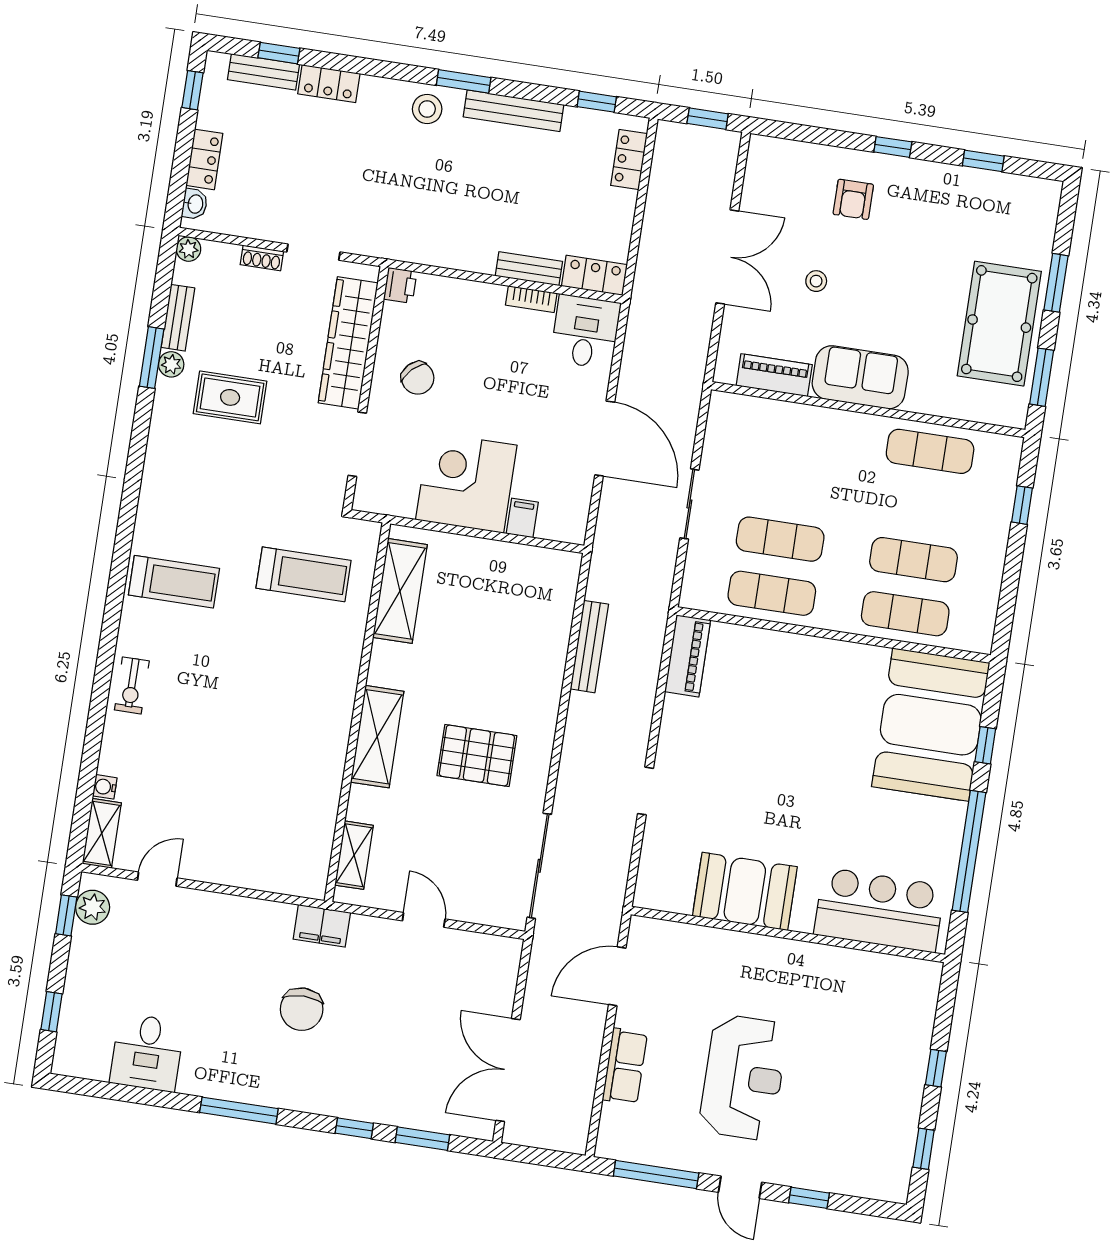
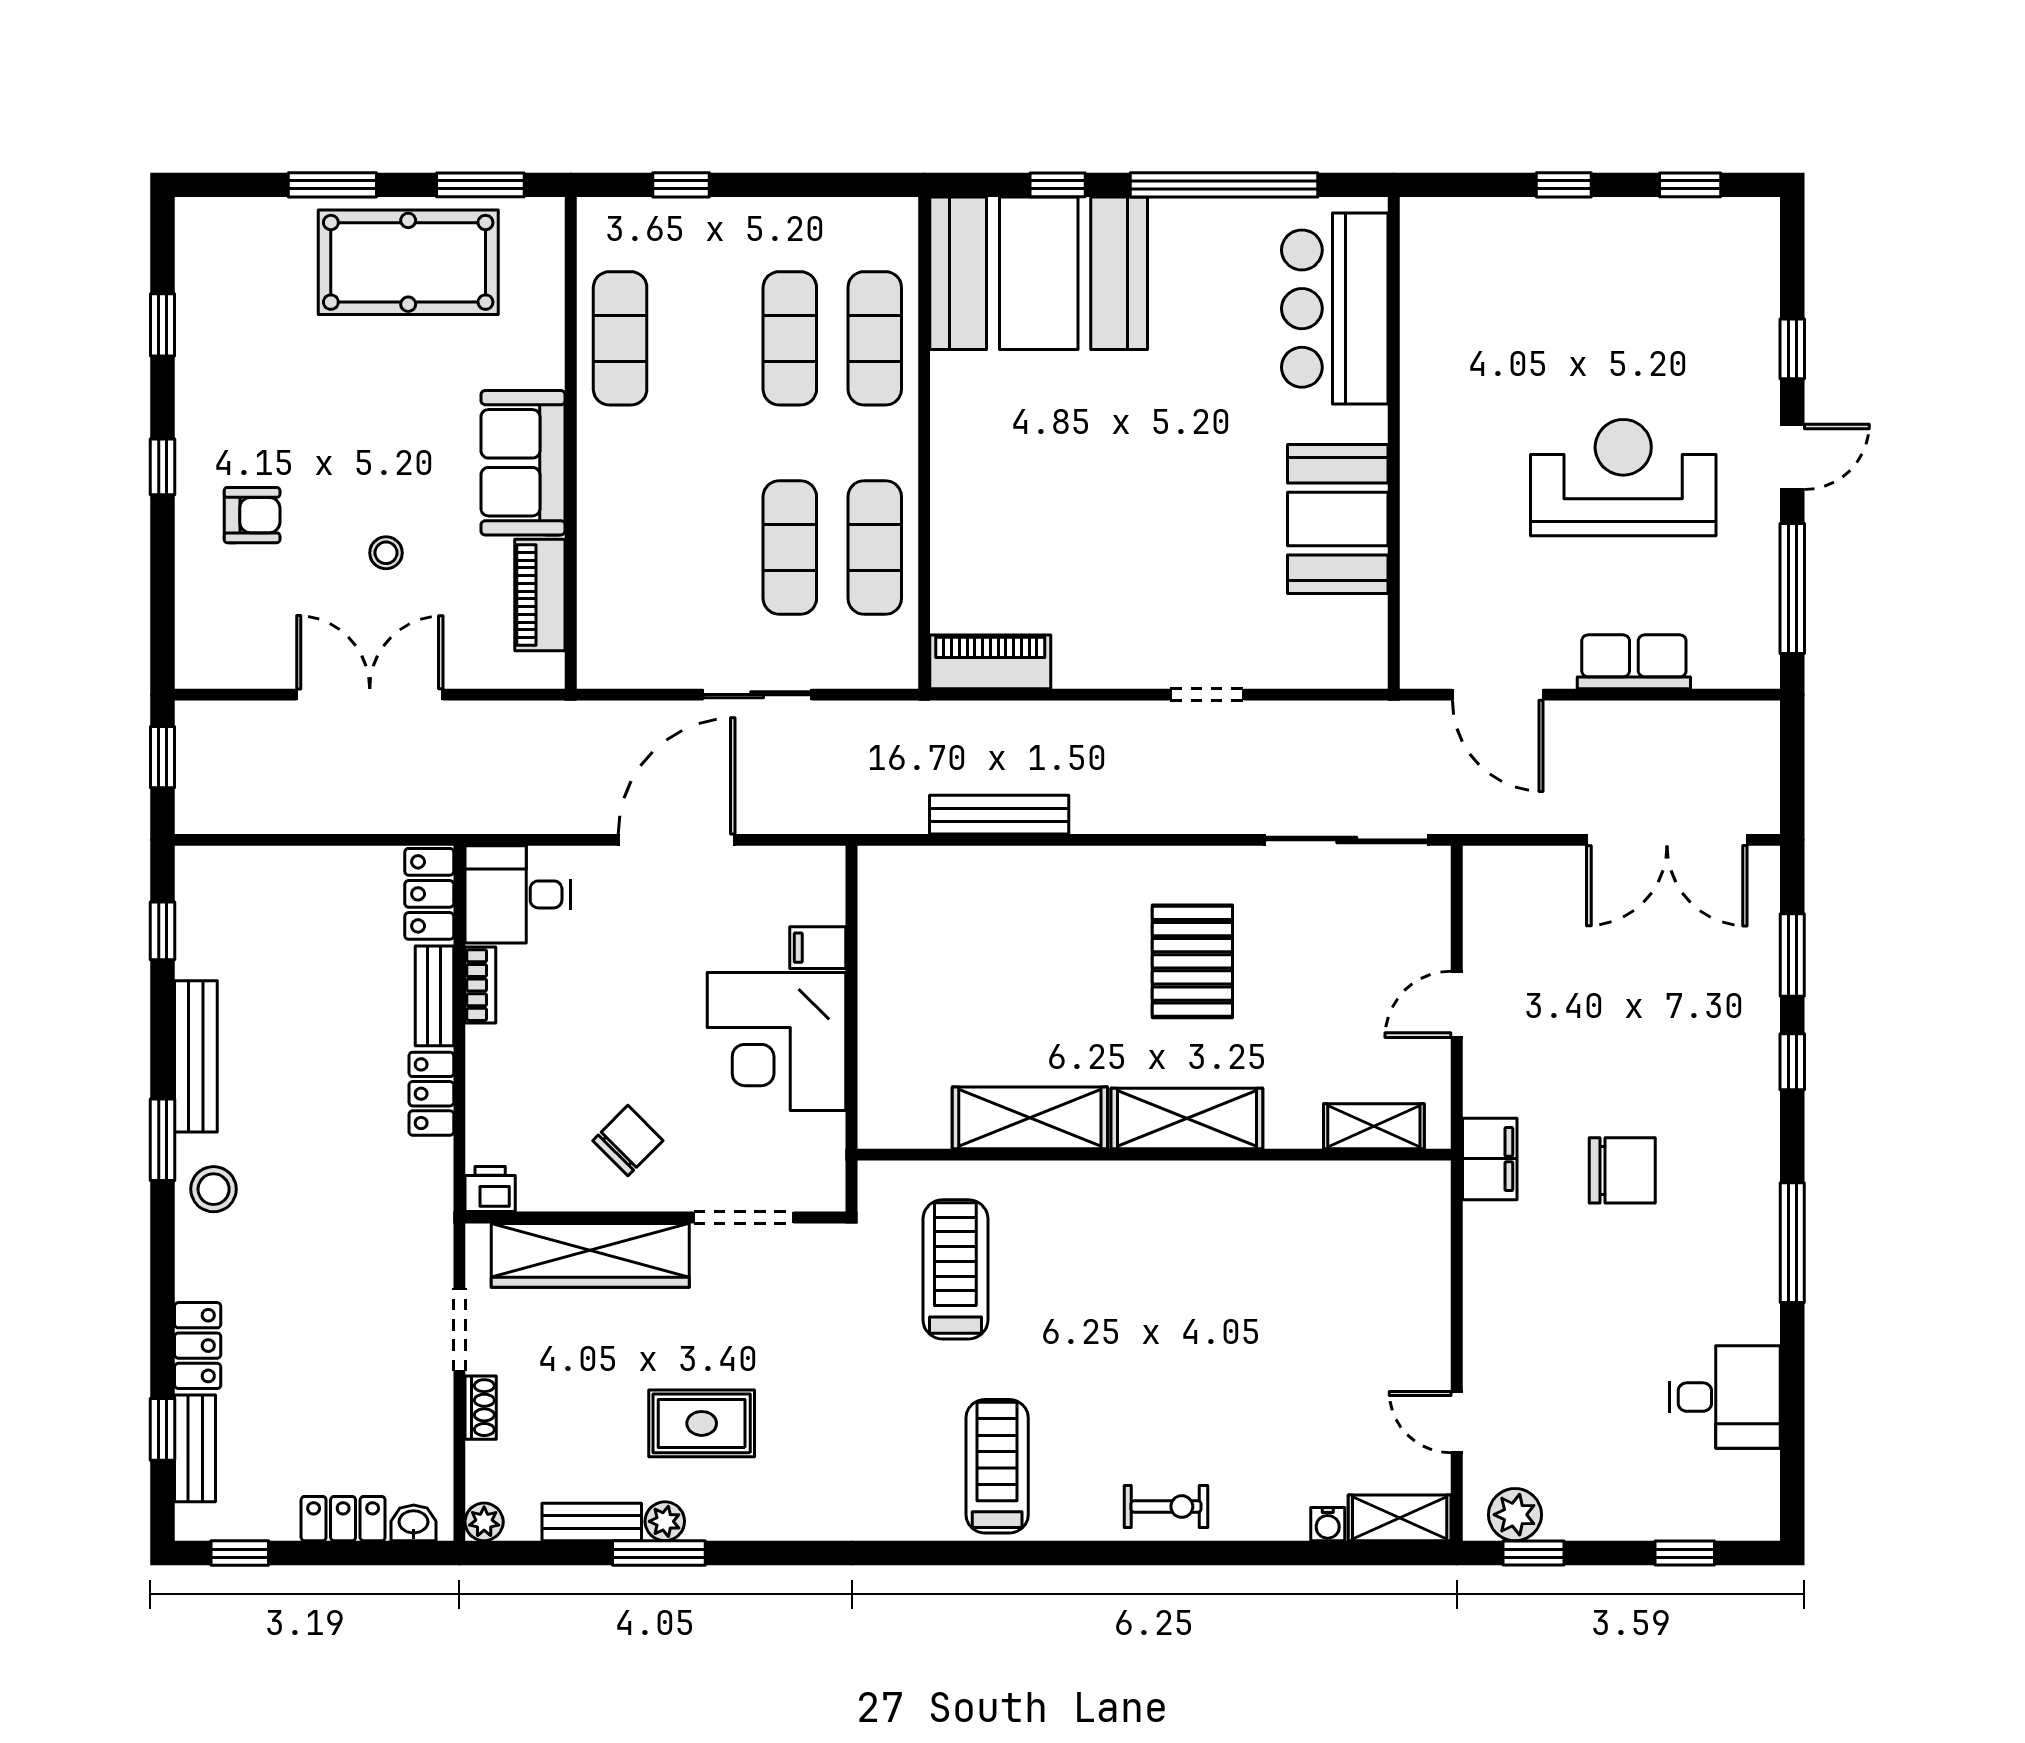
locker: (629, 160) -> (431, 1094), moved, turned 90
rug: (230, 397) -> (702, 1423), turned 90
shelving: (400, 591) -> (1030, 1118), moved

